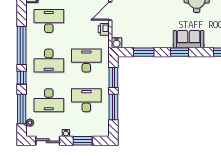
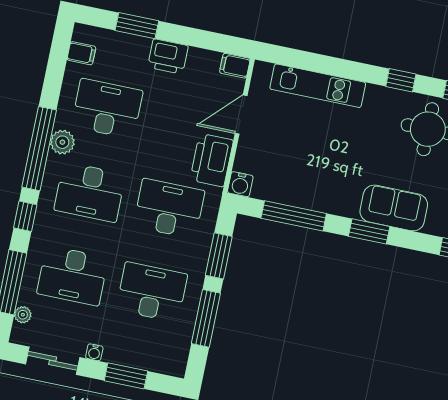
printer: (104, 29) -> (212, 160), width x1.87, depth x1.48
plant: (32, 40) -> (62, 142), added
window: (144, 52) -> (294, 216), width x1.44

